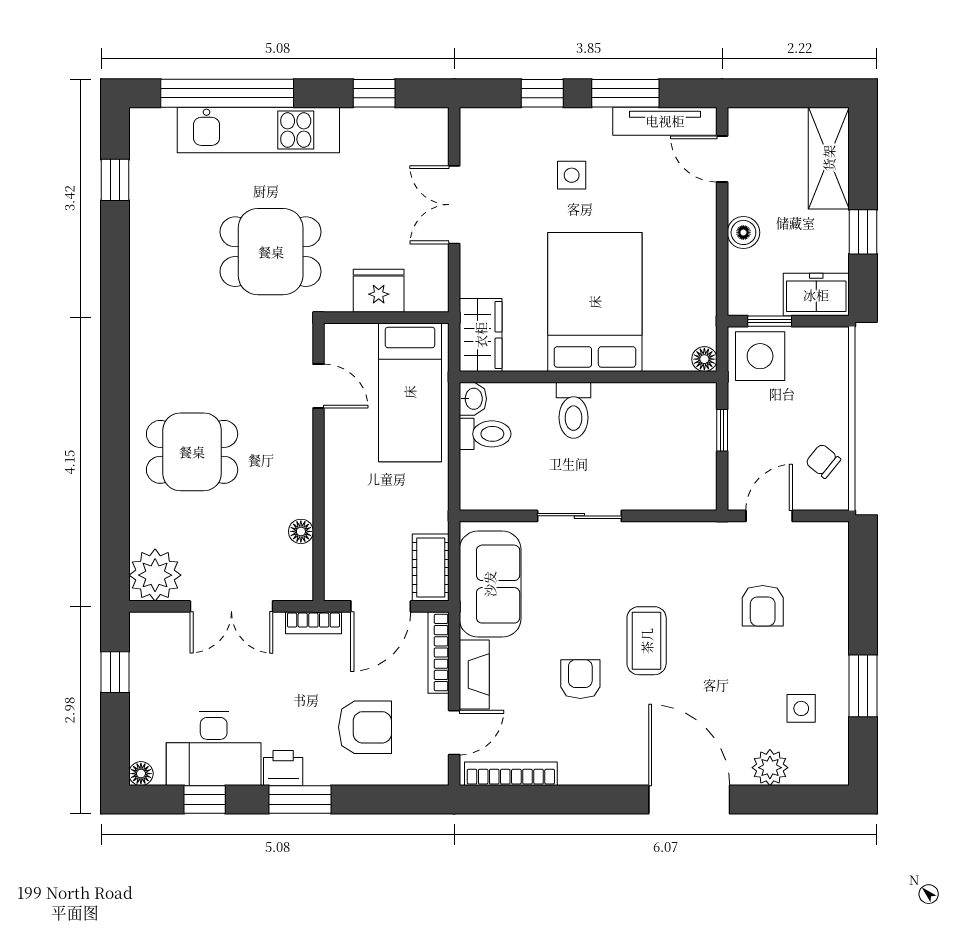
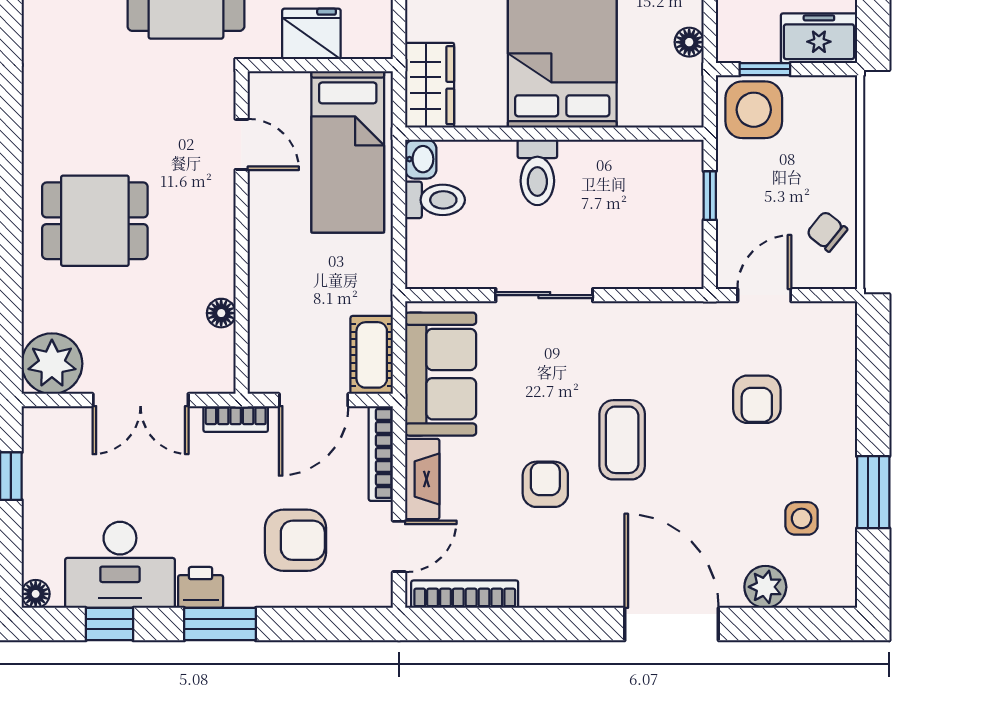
floor lamp: (704, 359) -> (689, 42), moved

